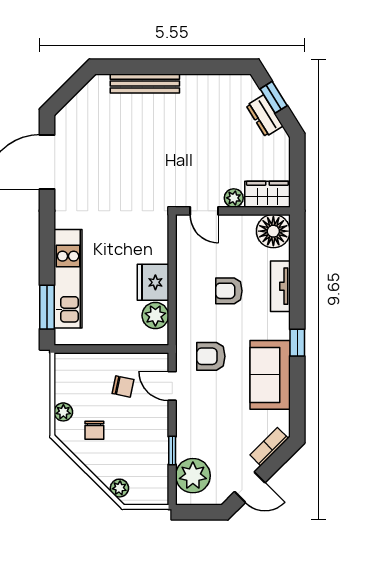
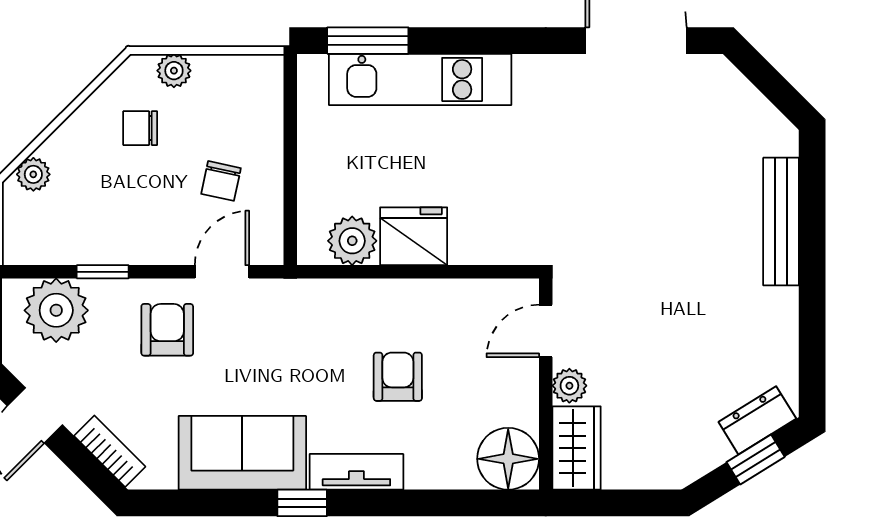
dresser: (265, 116) -> (757, 420), moved
tv unit: (280, 286) -> (356, 472), moved
armchair: (211, 356) -> (167, 330), moved

